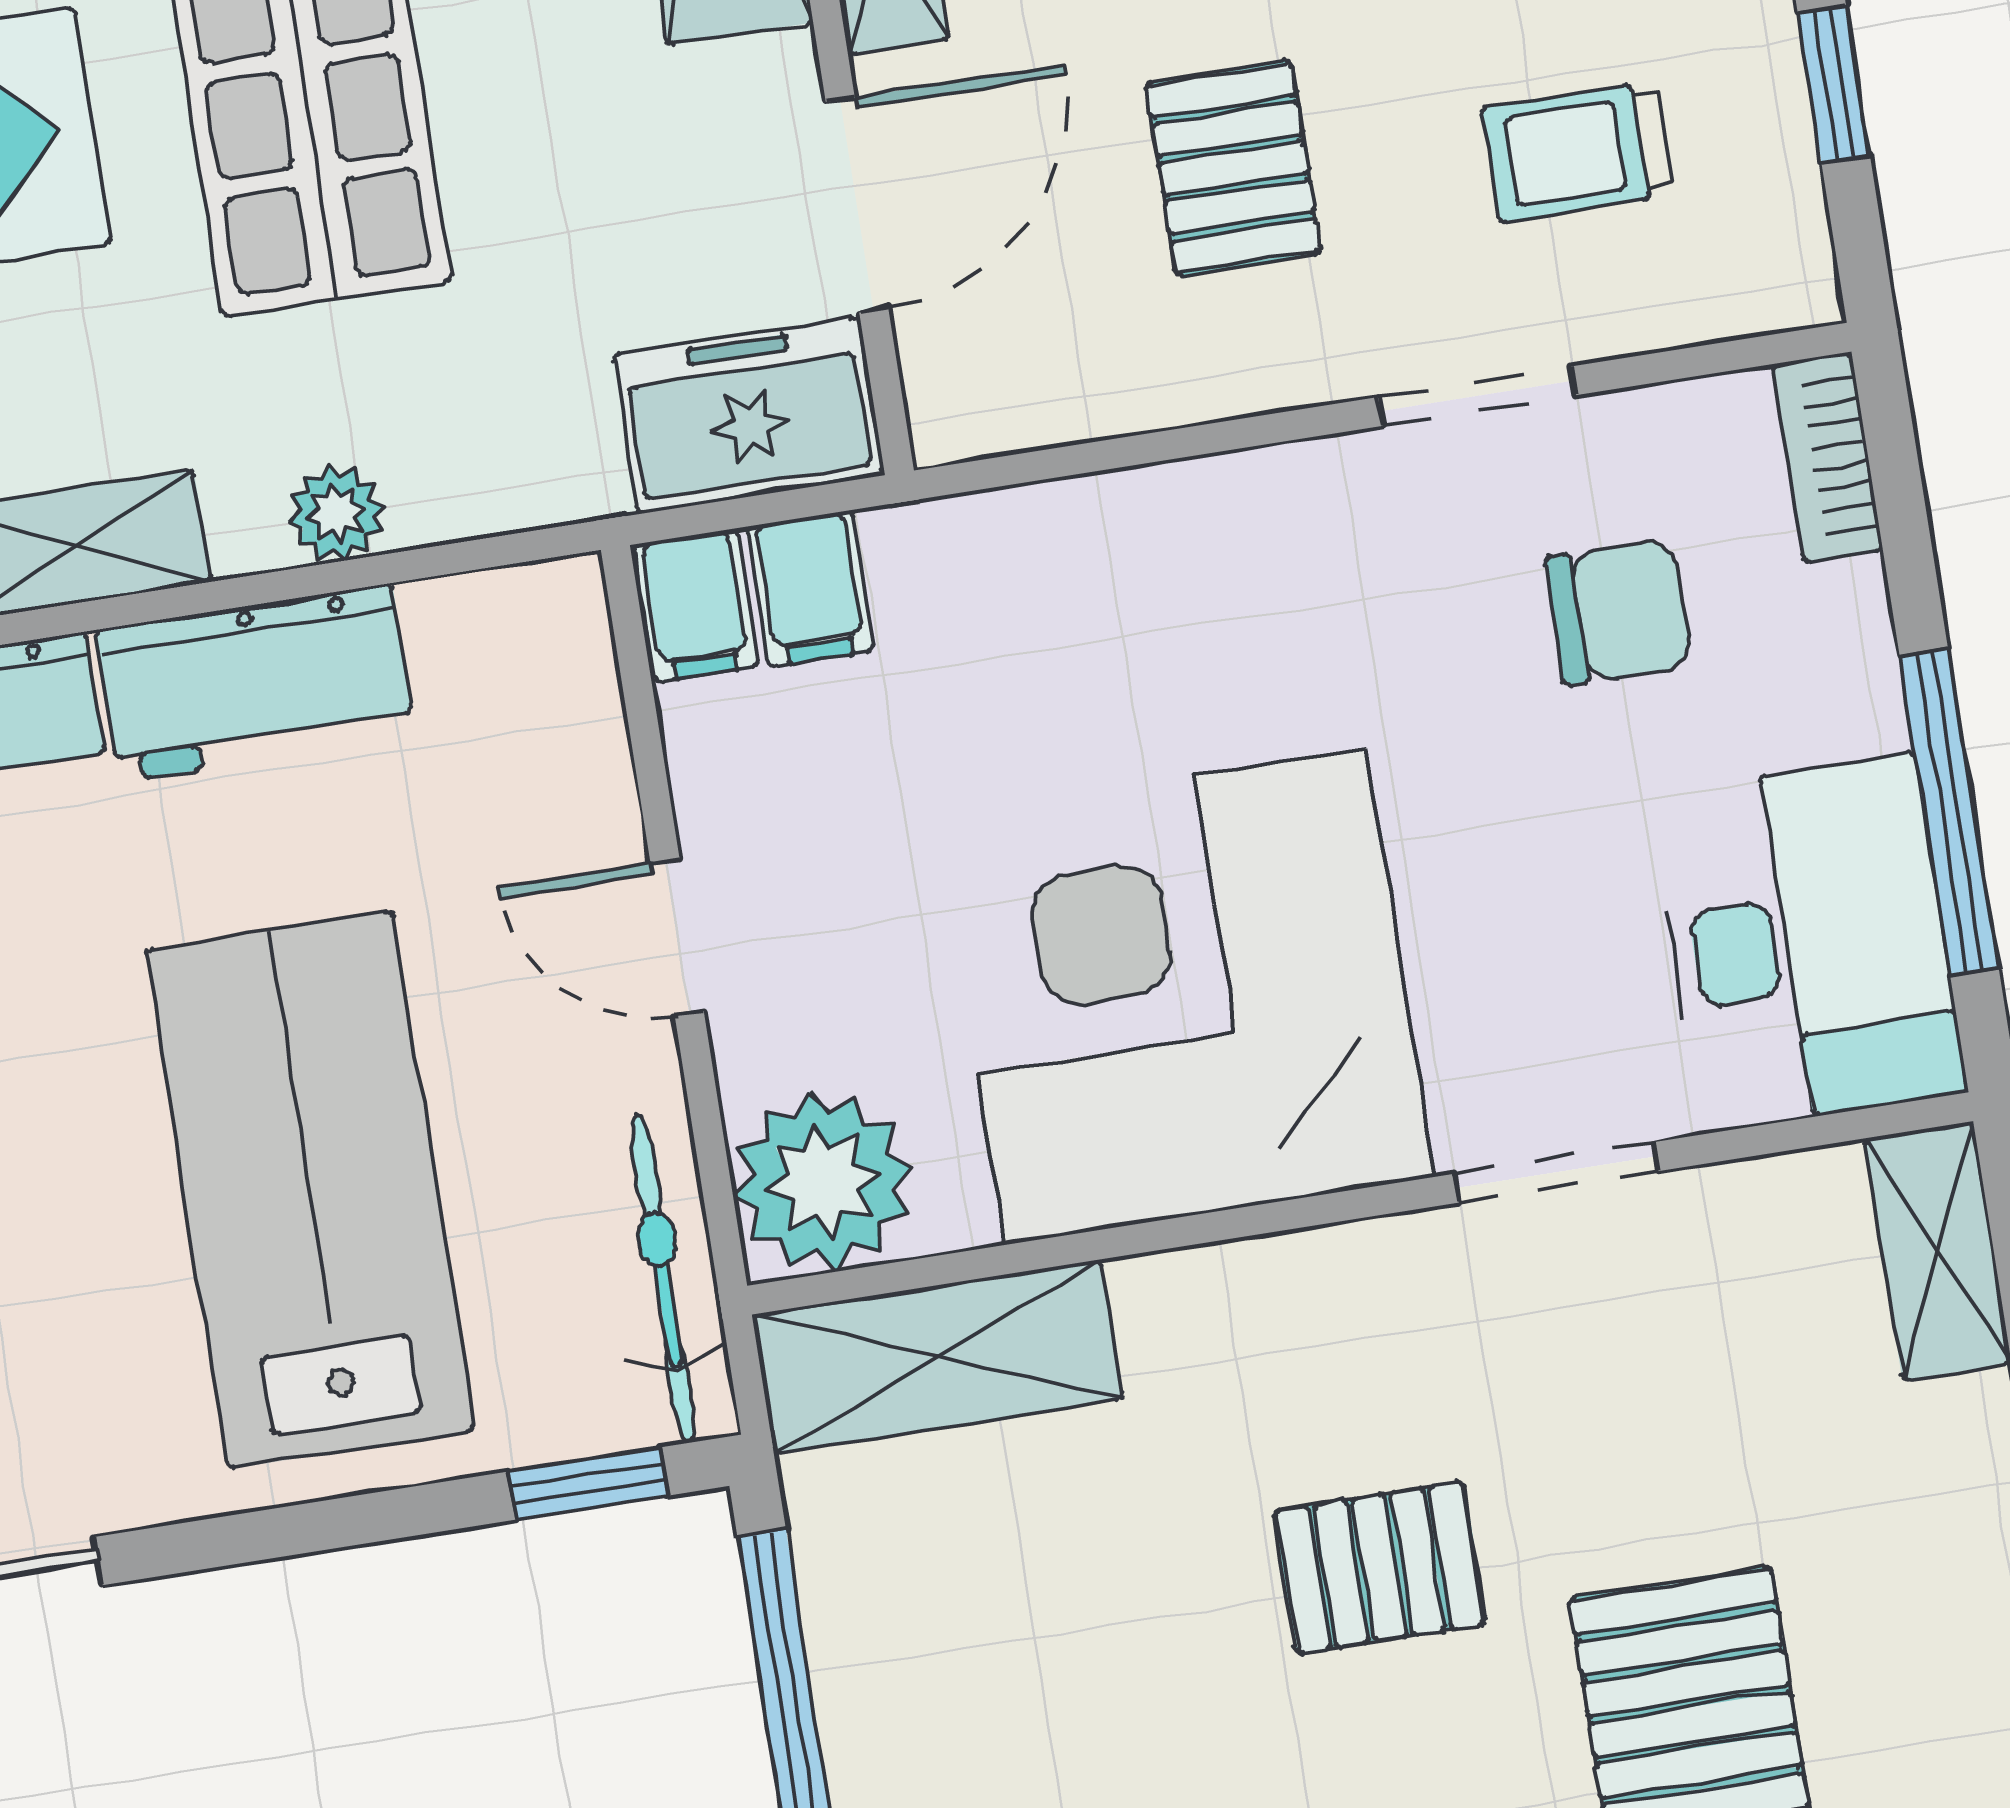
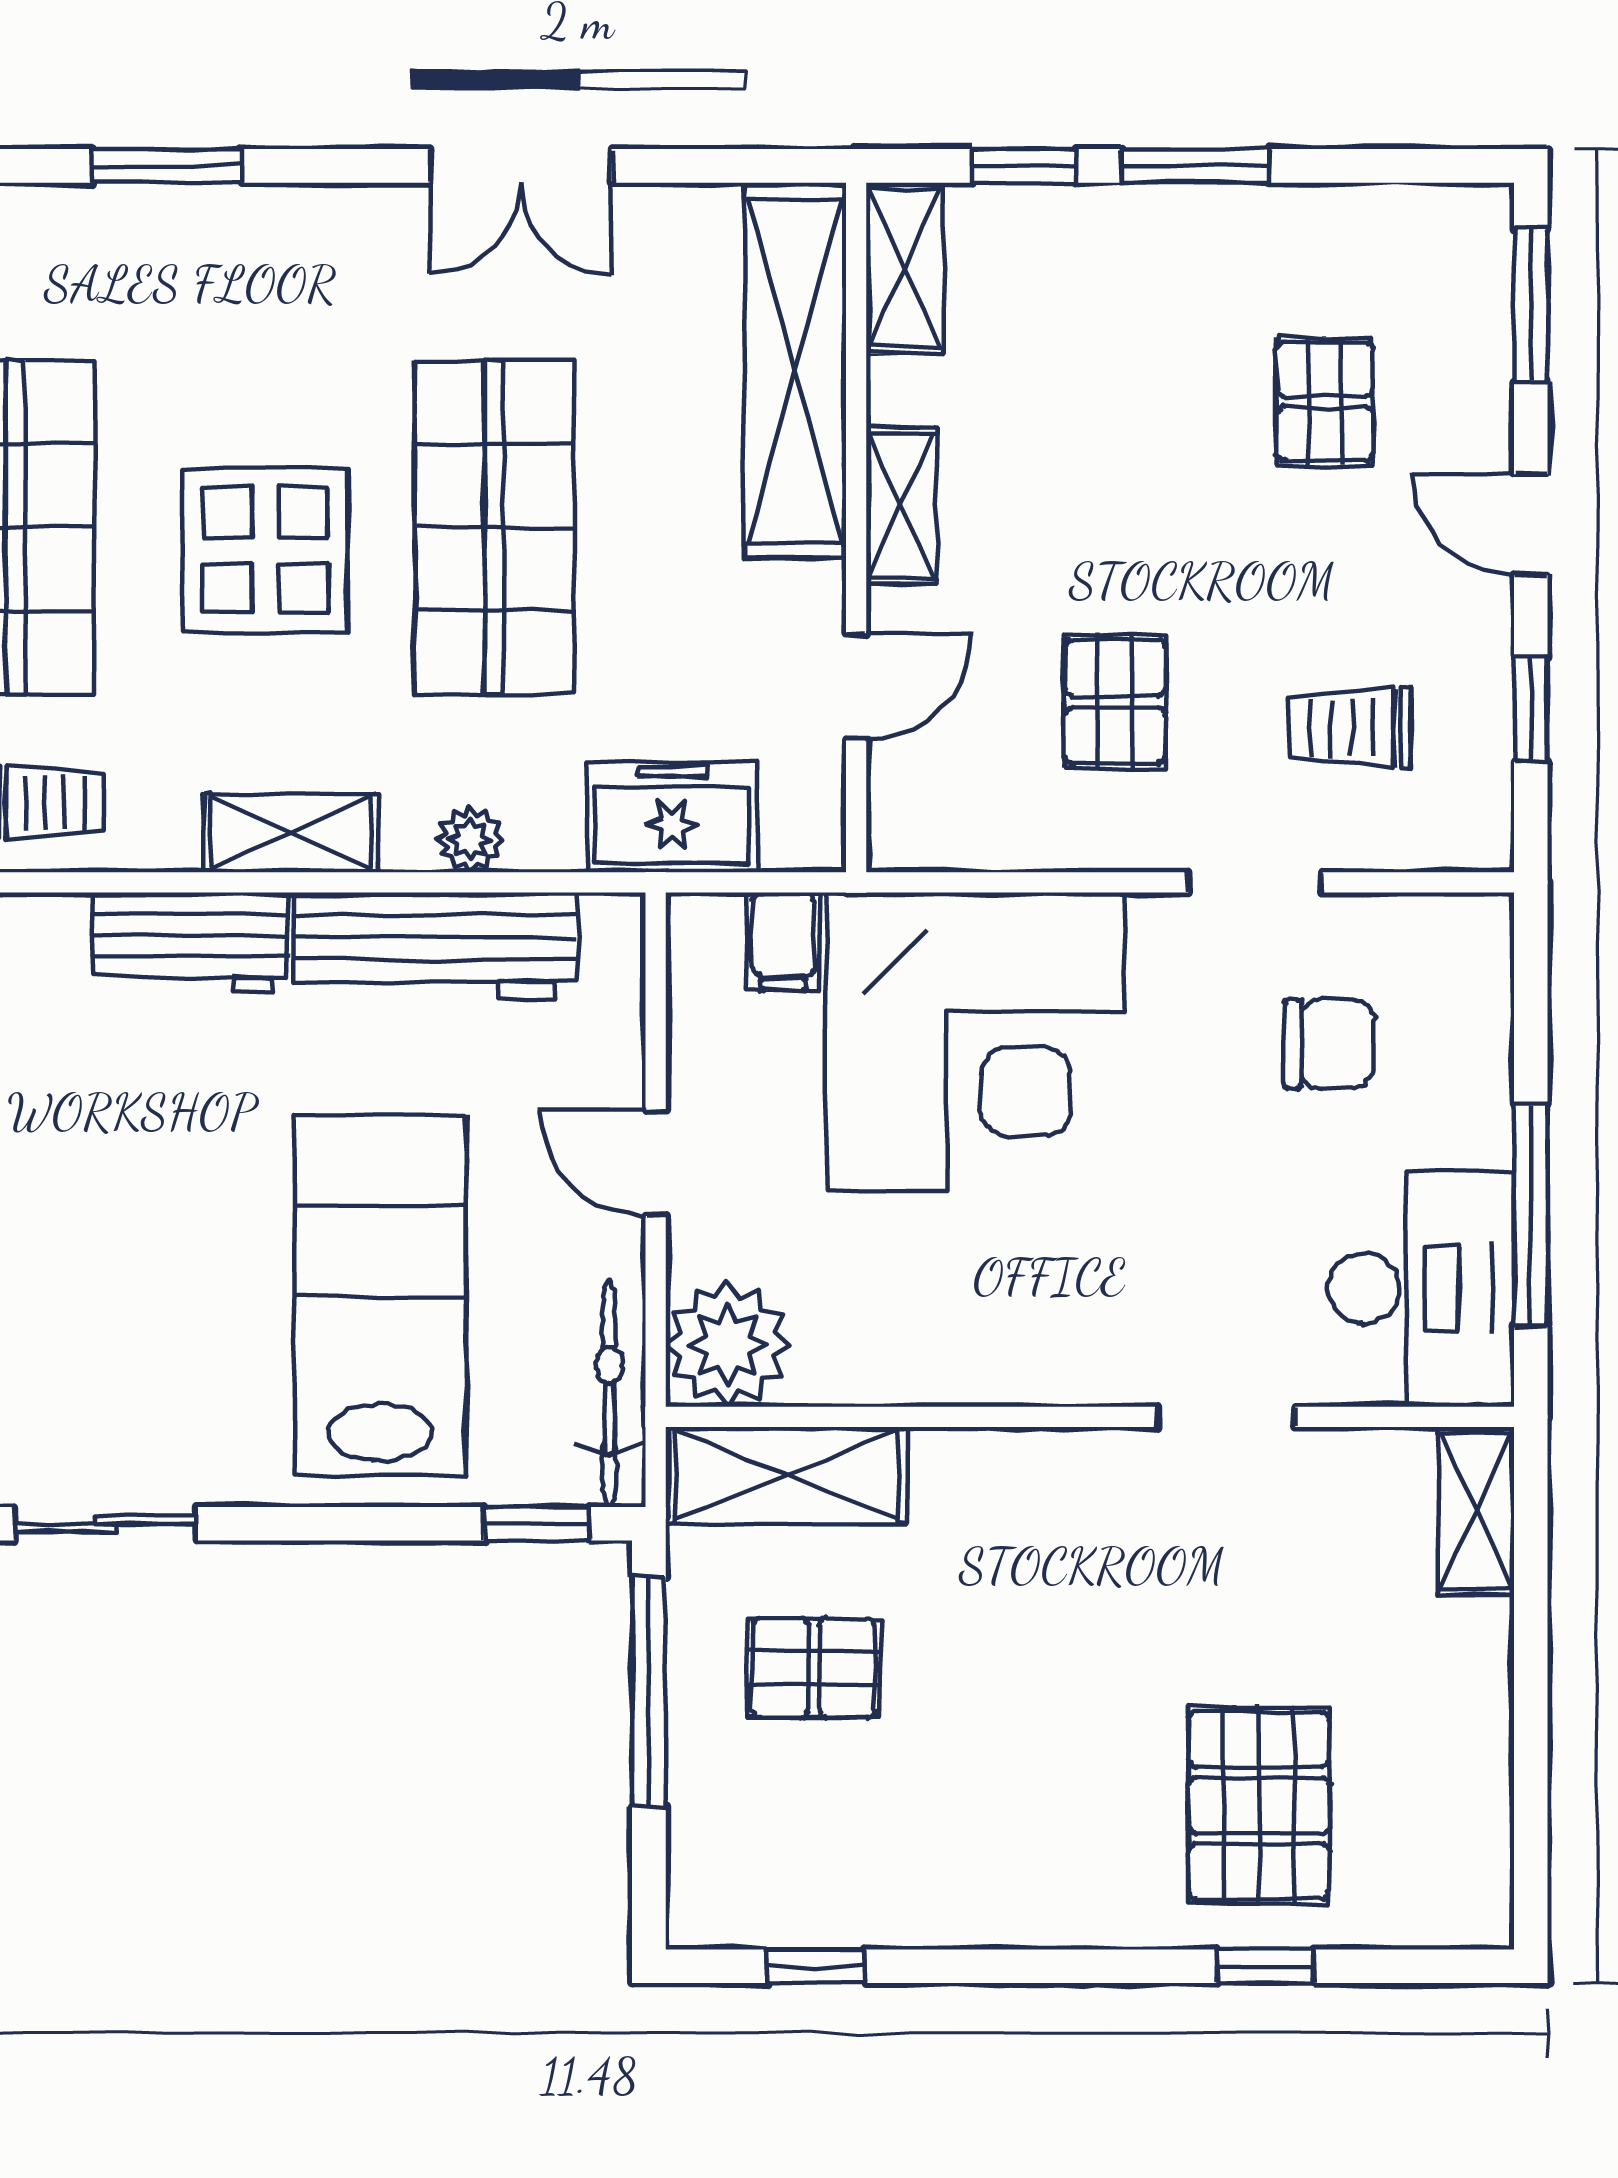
door: (857, 205) -> (856, 686), width x0.73
freezer: (748, 415) -> (672, 817), moved
bookcase: (1828, 457) -> (1486, 961), removed
filing cabinet: (696, 606) -> (704, 940), removed
workbench: (256, 683) -> (436, 946), width x1.38
corner desk: (1186, 996) -> (976, 1041), moved, turned 180
pallet: (1380, 1568) -> (813, 1668), moved

